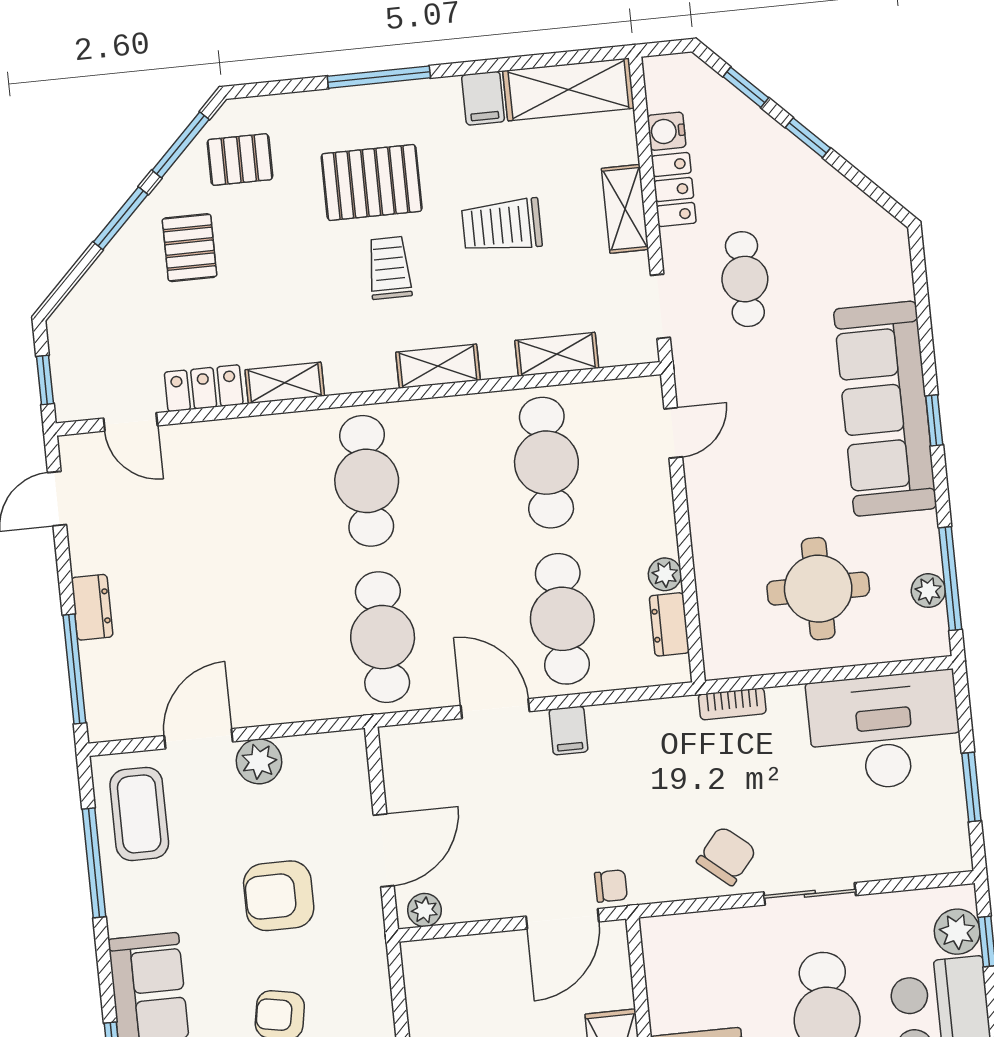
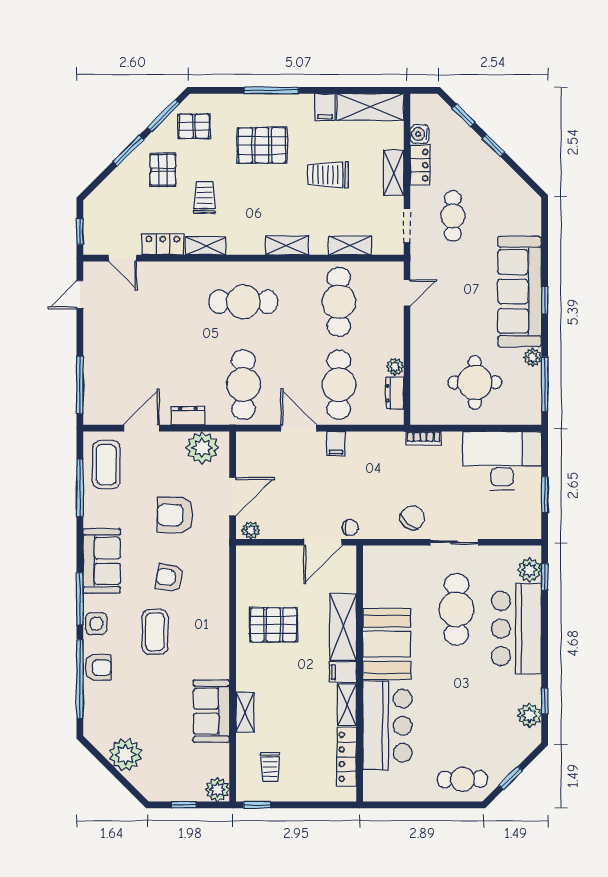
trolley: (389, 268) -> (204, 197), moved
cafe table: (367, 481) -> (243, 302), turned 90
plant: (928, 591) -> (533, 357), moved
dresser: (92, 607) -> (188, 416), moved, turned -90
plant: (259, 761) -> (202, 448), moved, width x1.36, depth x1.36

